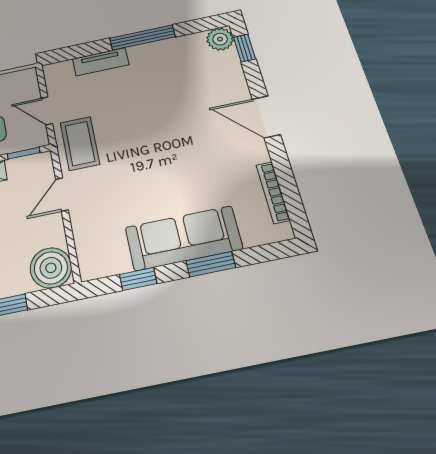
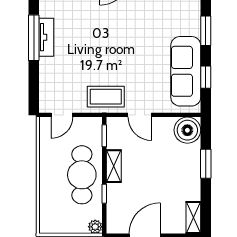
tv unit: (101, 62) -> (46, 37), moved
door: (47, 111) -> (62, 115), moved
sofa: (183, 238) -> (186, 71), moved

